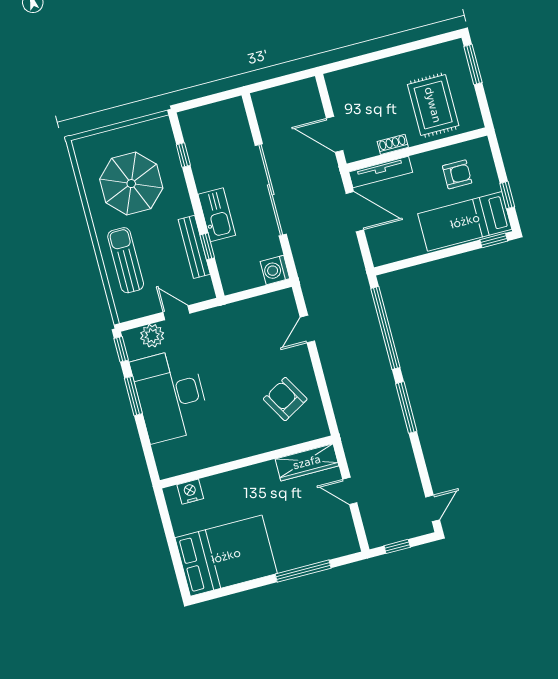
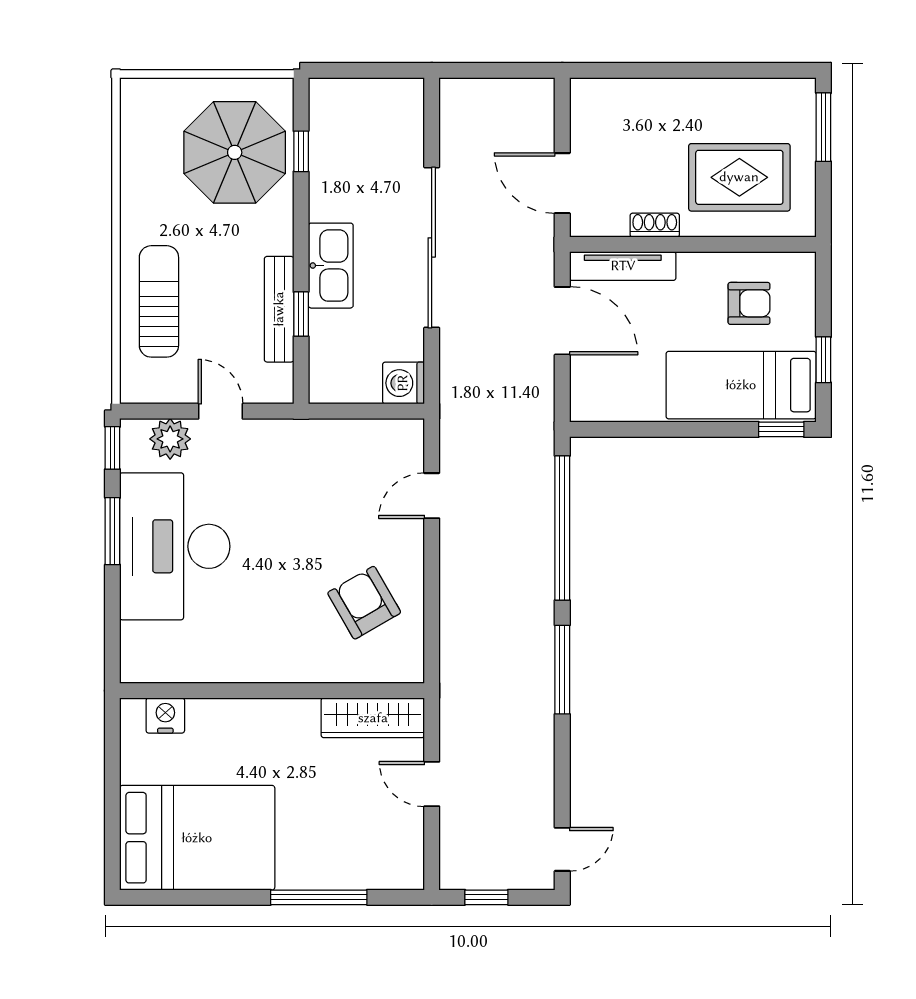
rug: (433, 105) -> (739, 177), turned 90
parasol: (131, 184) -> (235, 152), moved

